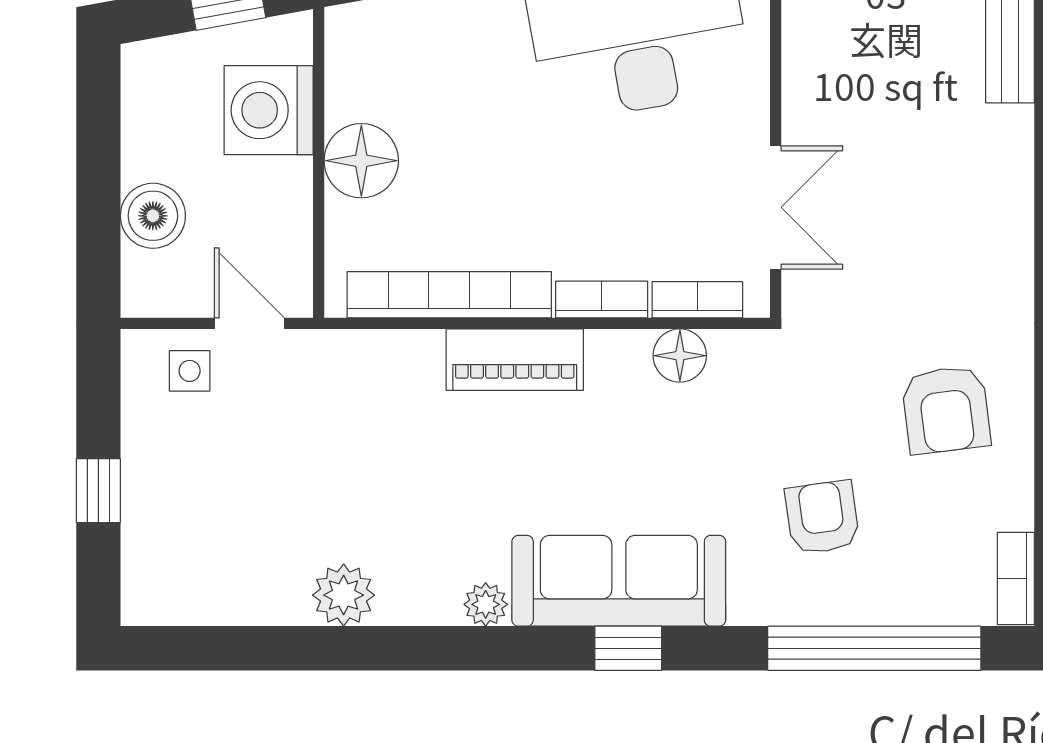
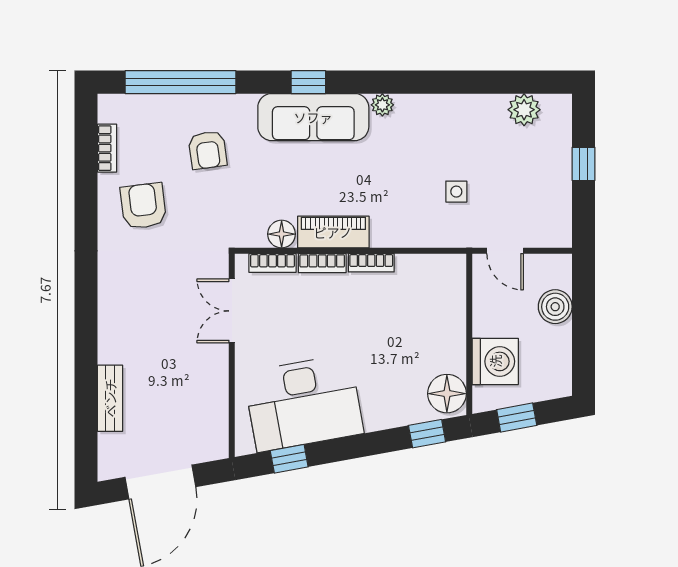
floor lamp: (361, 161) -> (447, 394), moved
bookcase: (449, 295) -> (371, 263), width x0.43, depth x0.76
piano: (515, 360) -> (333, 232), moved
side table: (190, 371) -> (456, 192), moved
bookcase: (1016, 579) -> (107, 148), moved
plant: (344, 595) -> (524, 110), moved

